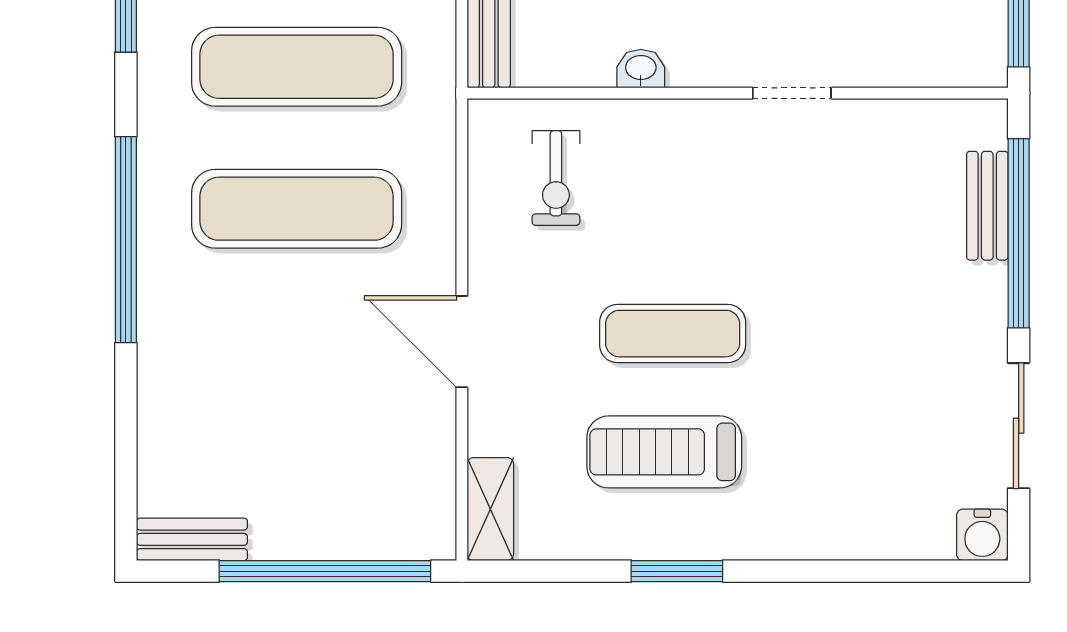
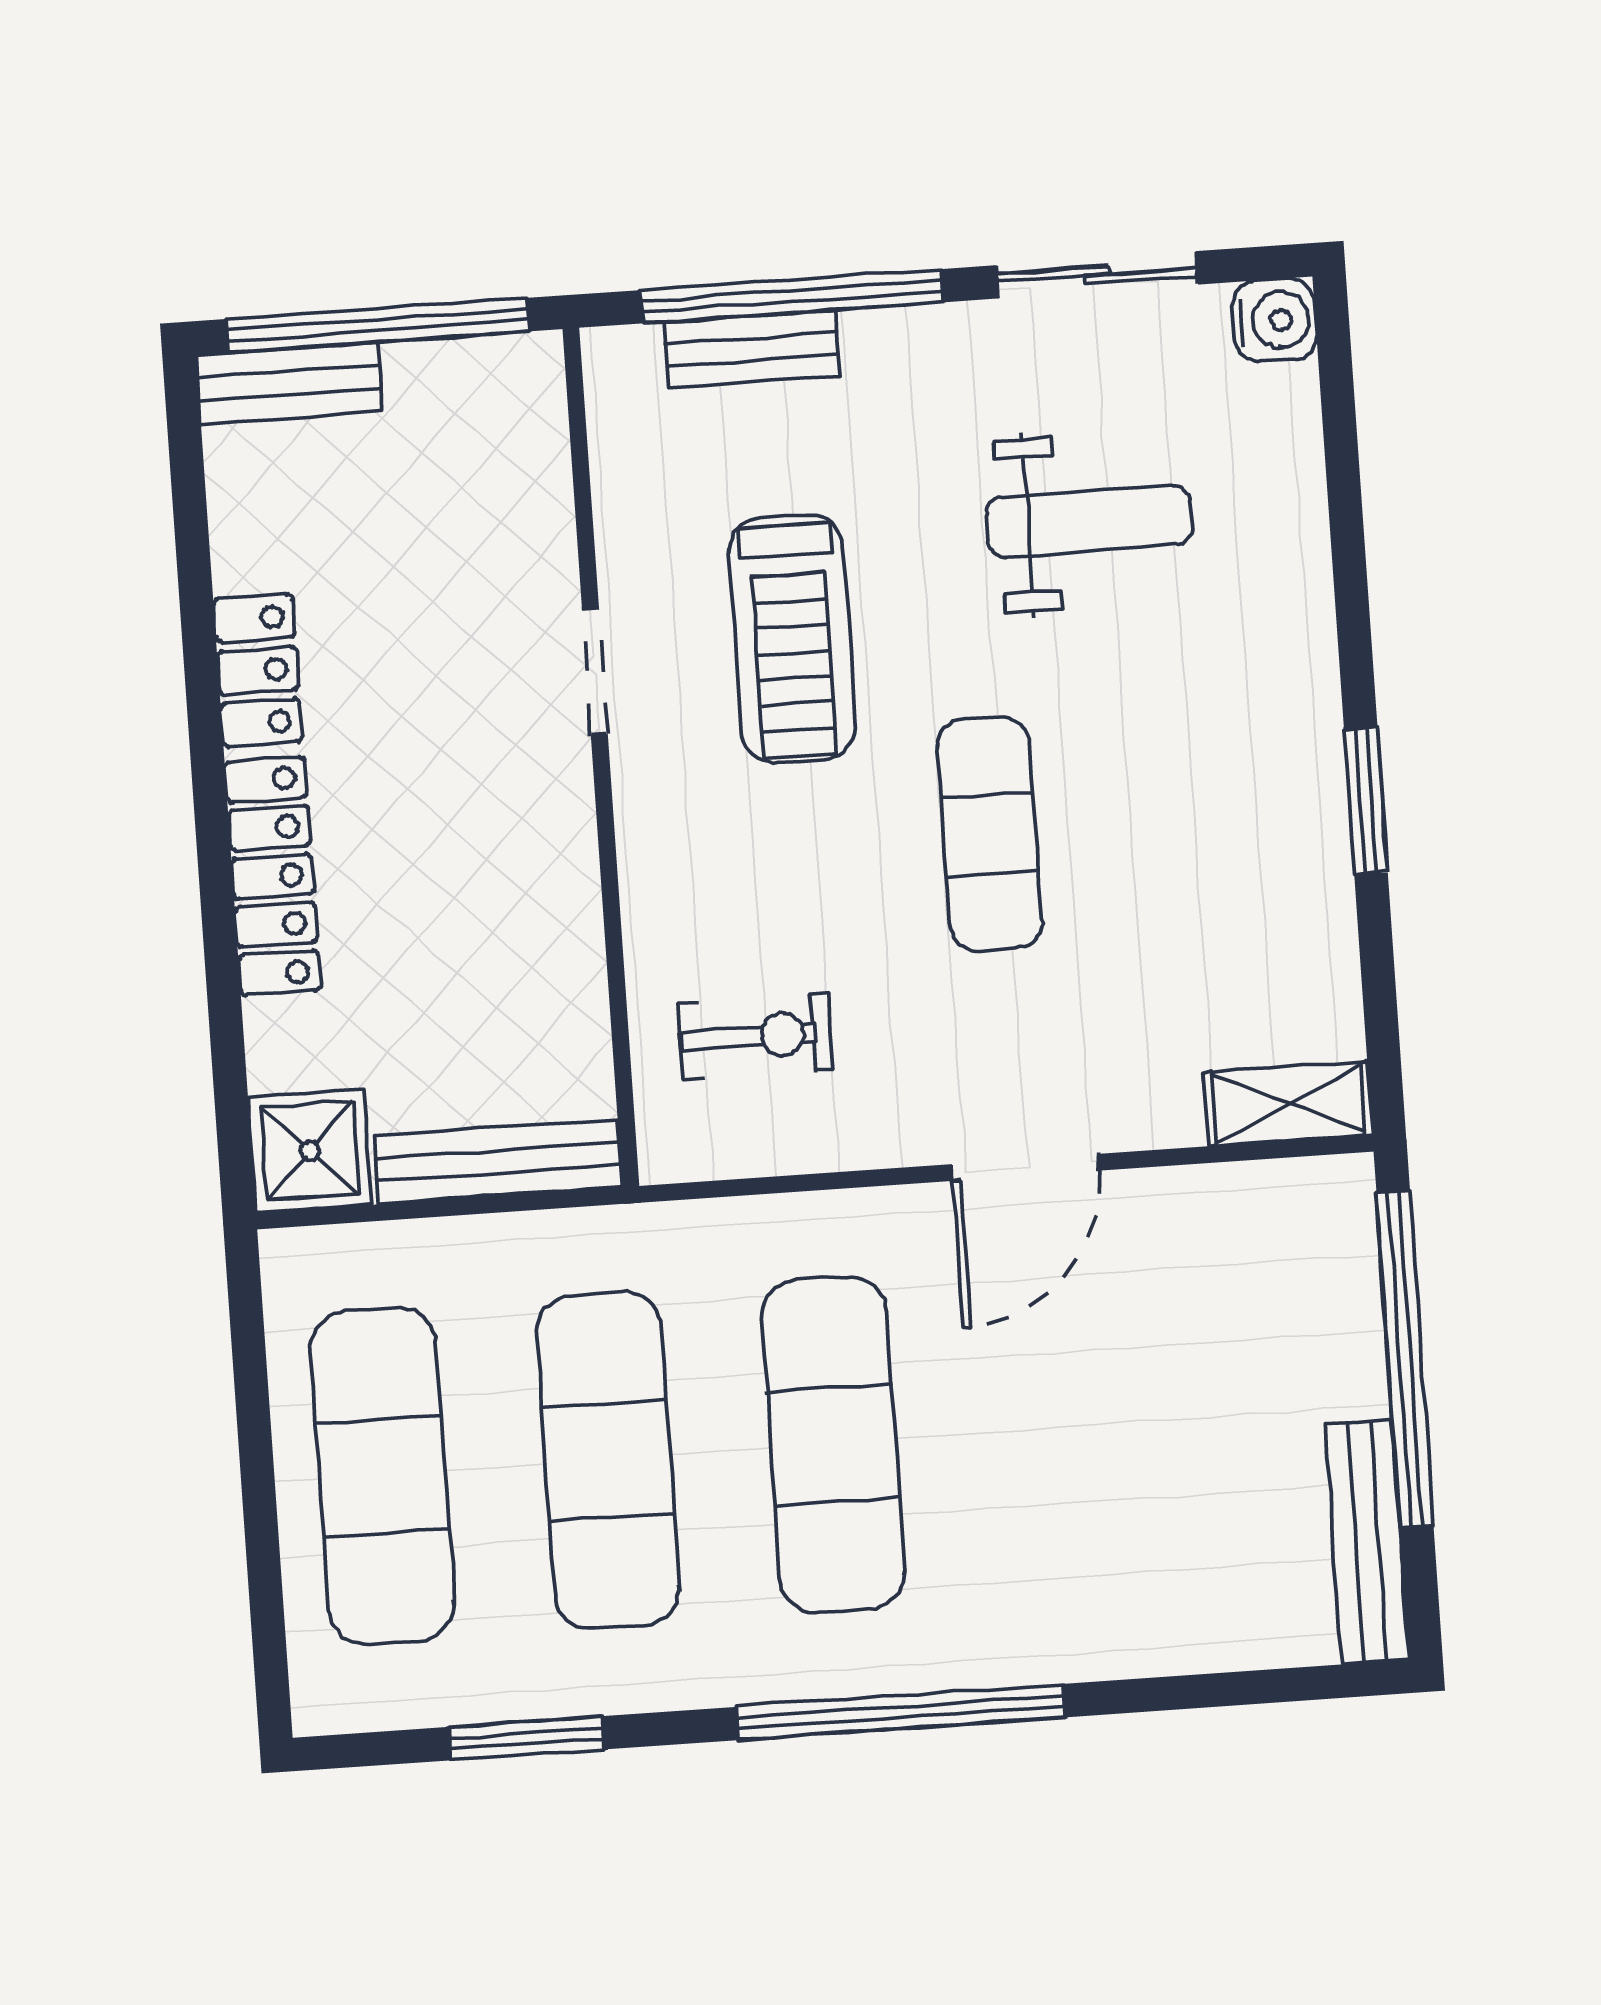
washbasin: (641, 69) -> (573, 914), removed
weight bench: (865, 410) -> (1089, 521), added
treadmill: (664, 452) -> (792, 638), moved
bench: (192, 539) -> (1367, 1542), width x1.36

